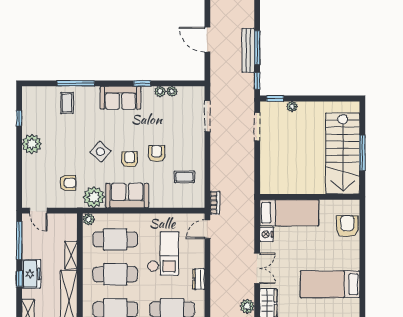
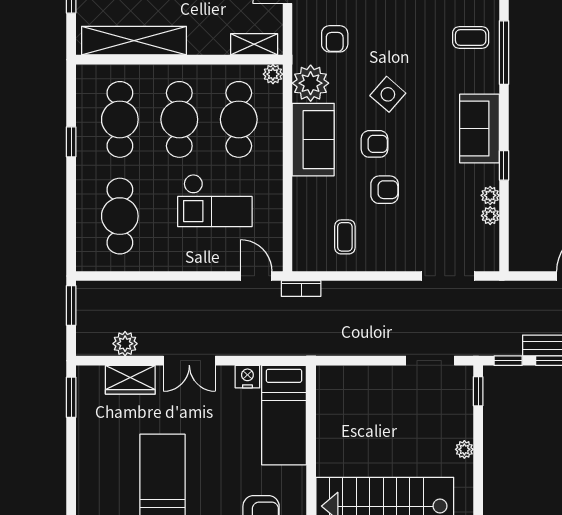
plant: (292, 107) -> (464, 449), moved
shelving: (71, 255) -> (254, 44), moved
dresser: (199, 279) -> (171, 261), removed

